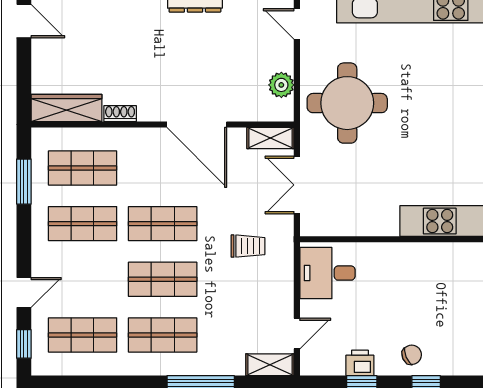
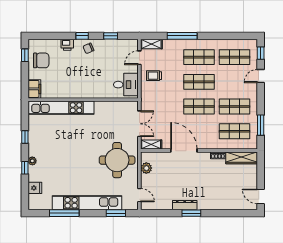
trolley: (248, 246) -> (154, 76), moved
printer: (360, 363) -> (67, 45), moved

